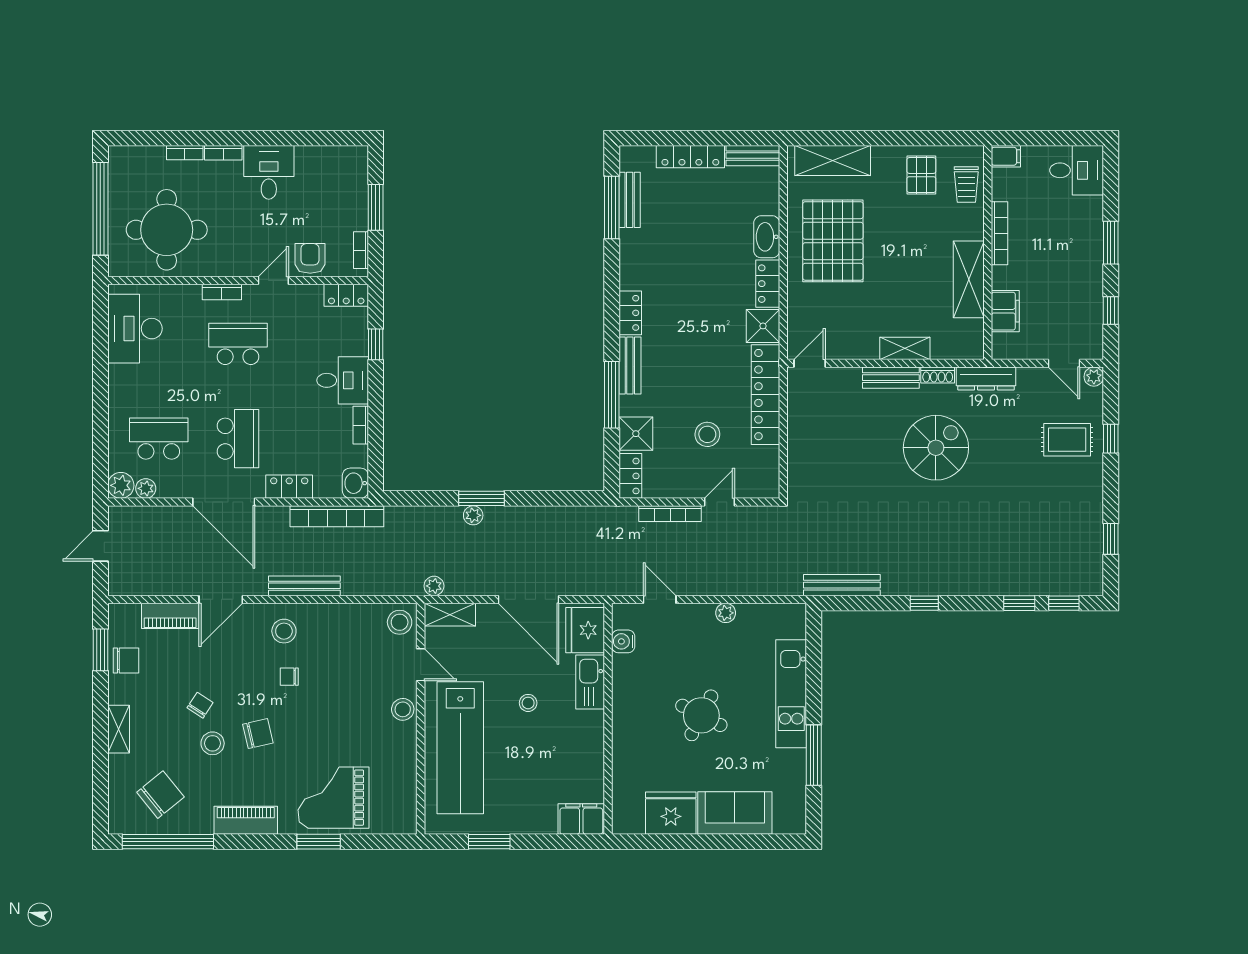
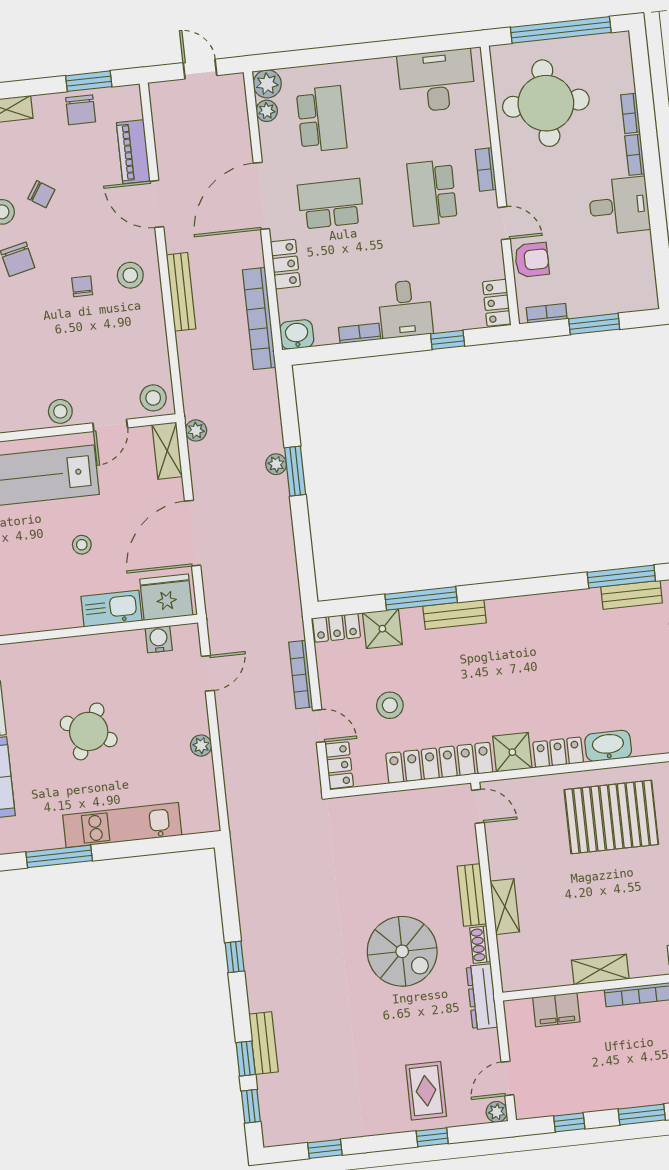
shelving: (969, 279) -> (600, 969), width x0.67, depth x0.75
locker: (630, 313) -> (339, 765), moved, turned -90
school desk: (238, 344) -> (432, 193), turned 180
school desk: (238, 439) -> (331, 204), turned 180
bench: (842, 585) -> (264, 1043), moved, width x0.73

